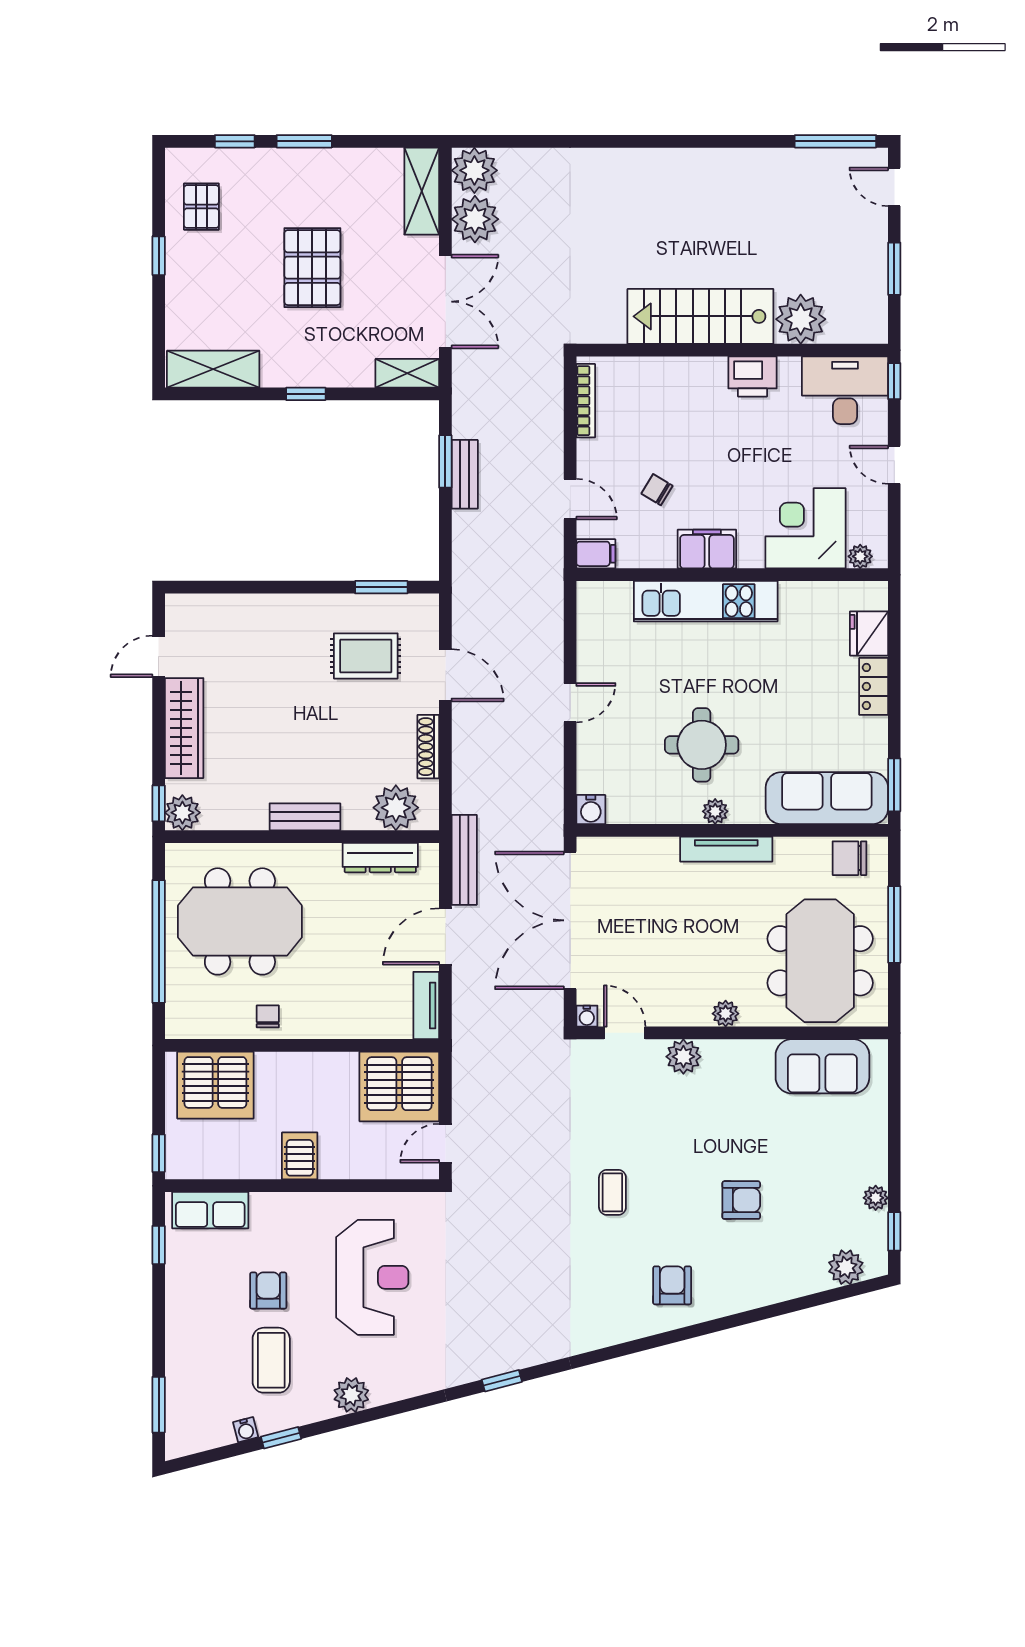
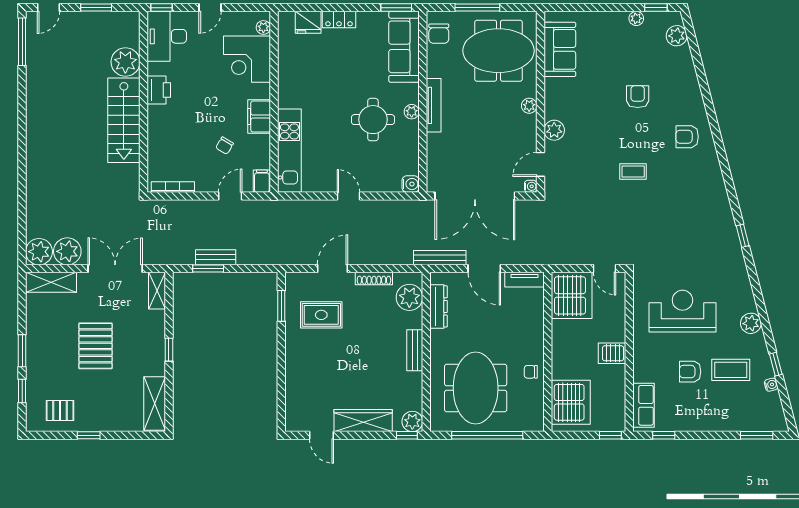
pallet: (312, 268) -> (95, 346), turned 90
kitchen unit: (706, 601) -> (289, 151), moved
rug: (366, 656) -> (321, 315), turned 90

